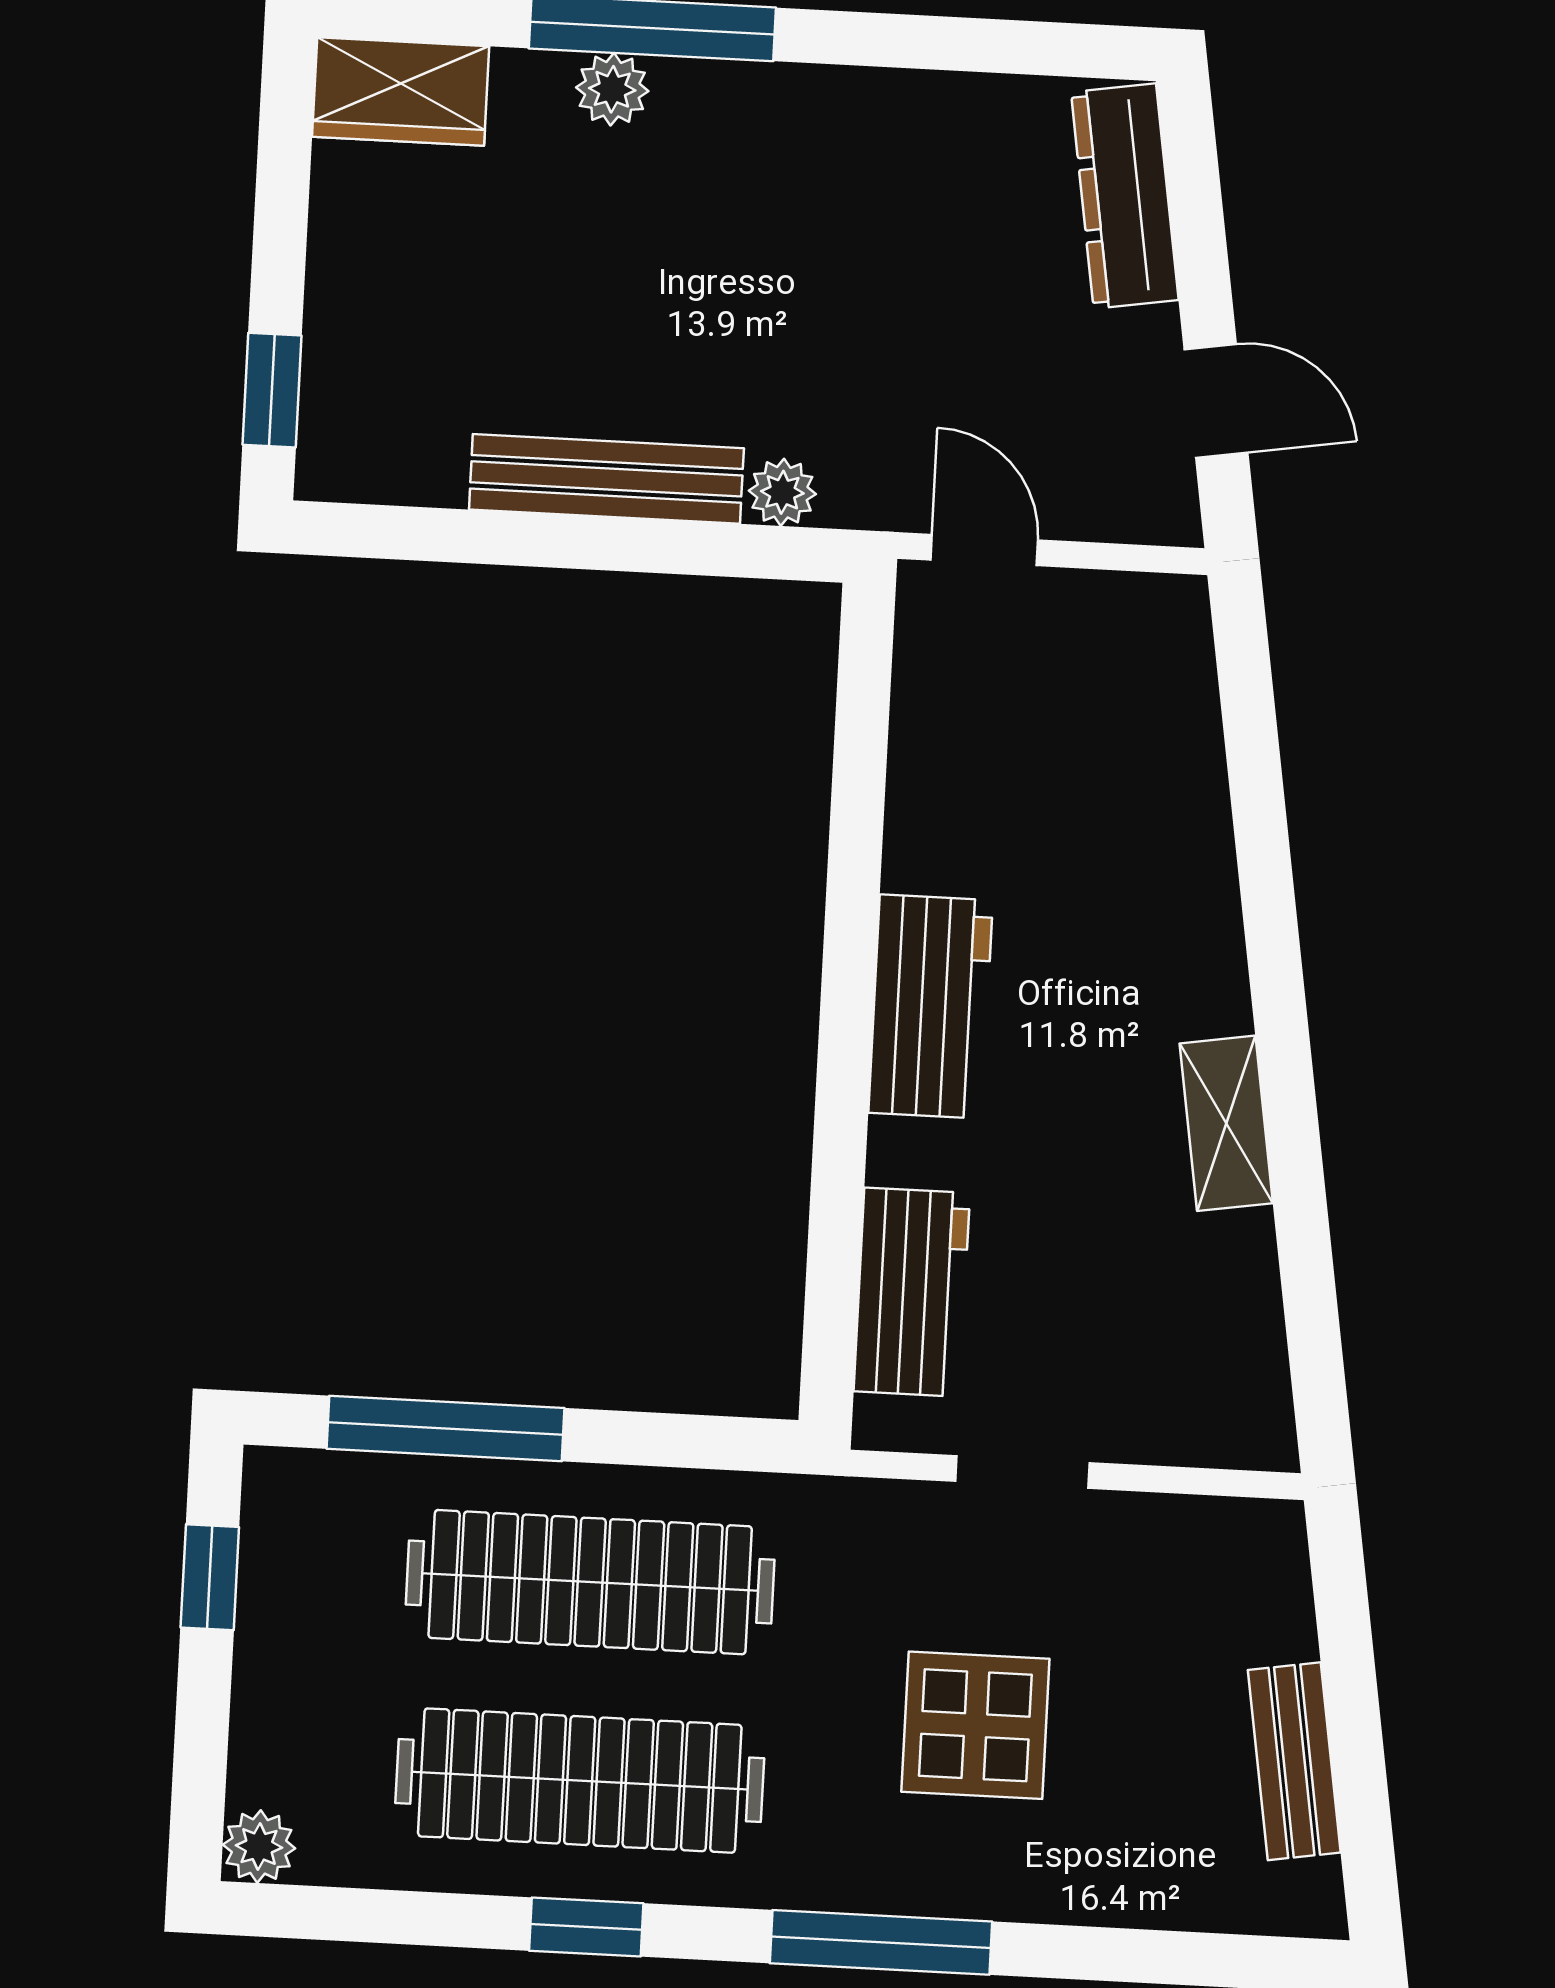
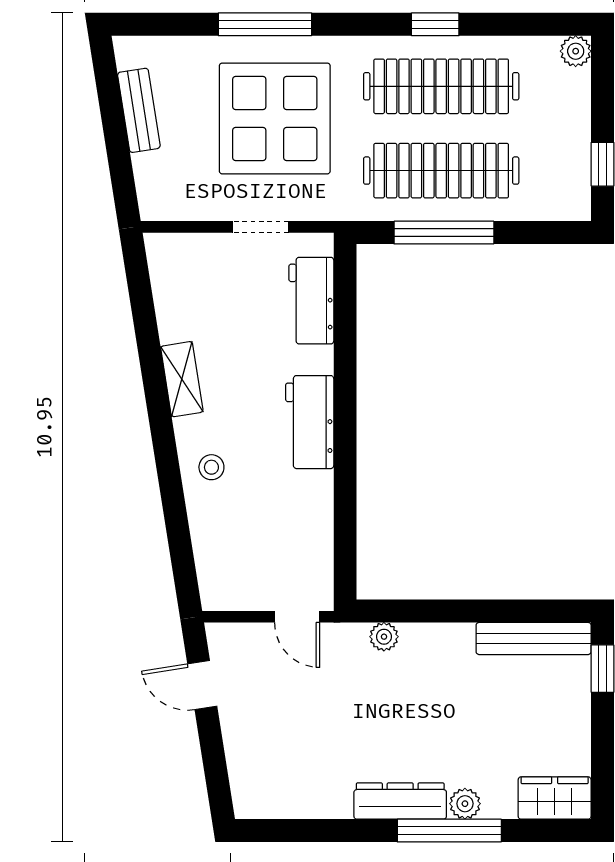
dresser: (1125, 196) -> (400, 801), moved, turned -81
bench: (606, 479) -> (534, 638), moved
stool: (1167, 912) -> (211, 467), added
window: (446, 1428) -> (444, 233), moved
display table: (975, 1725) -> (275, 118), width x1.86, depth x1.86
window: (881, 1942) -> (265, 24), moved

